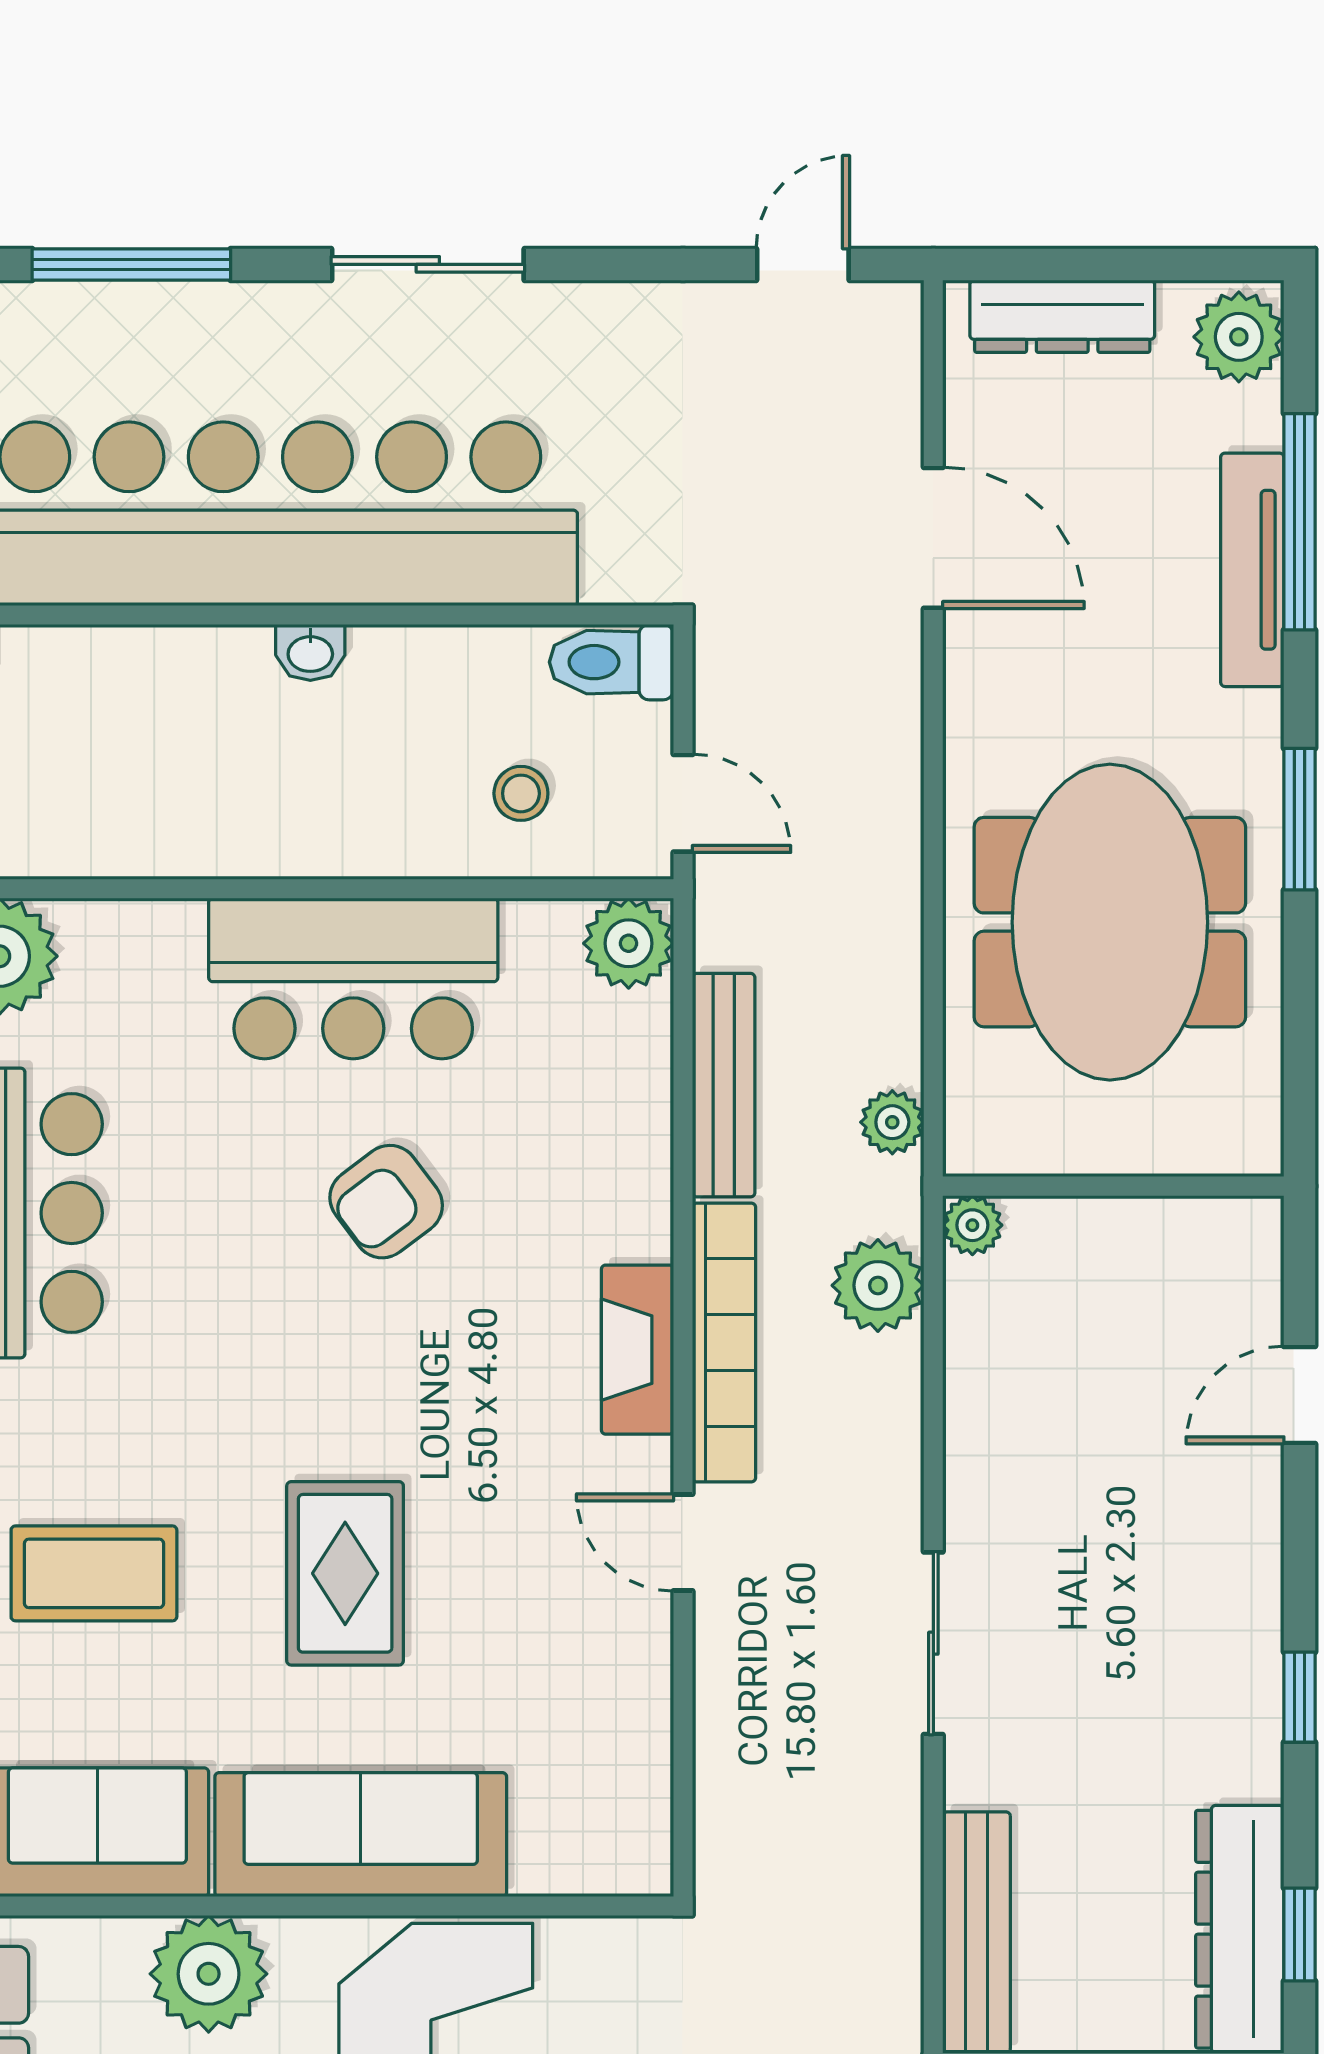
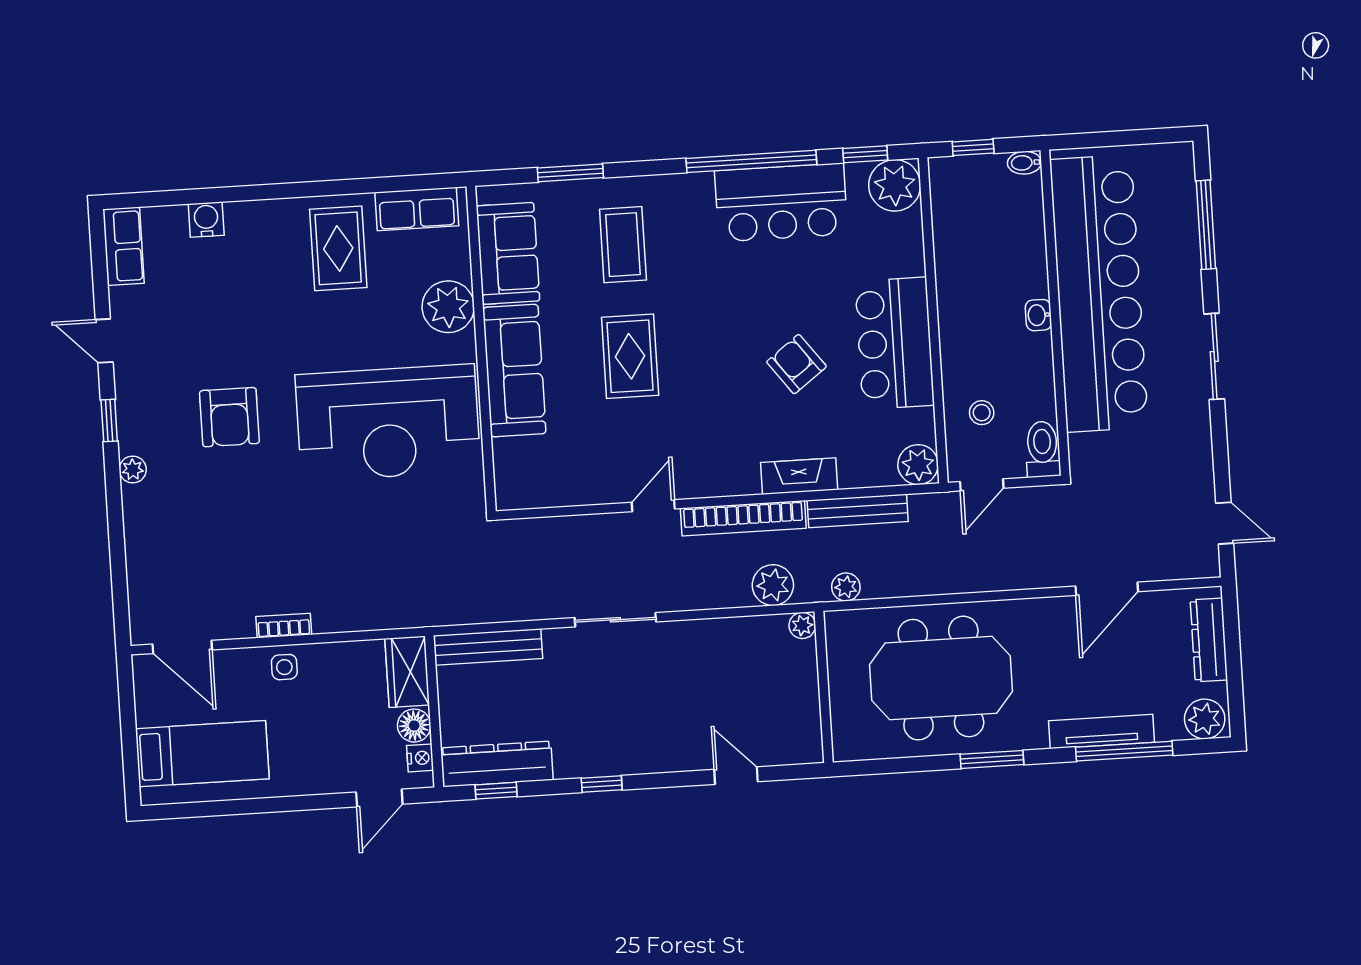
fireplace: (637, 1350) -> (799, 476), moved
rug: (345, 1573) -> (630, 356), turned 90

